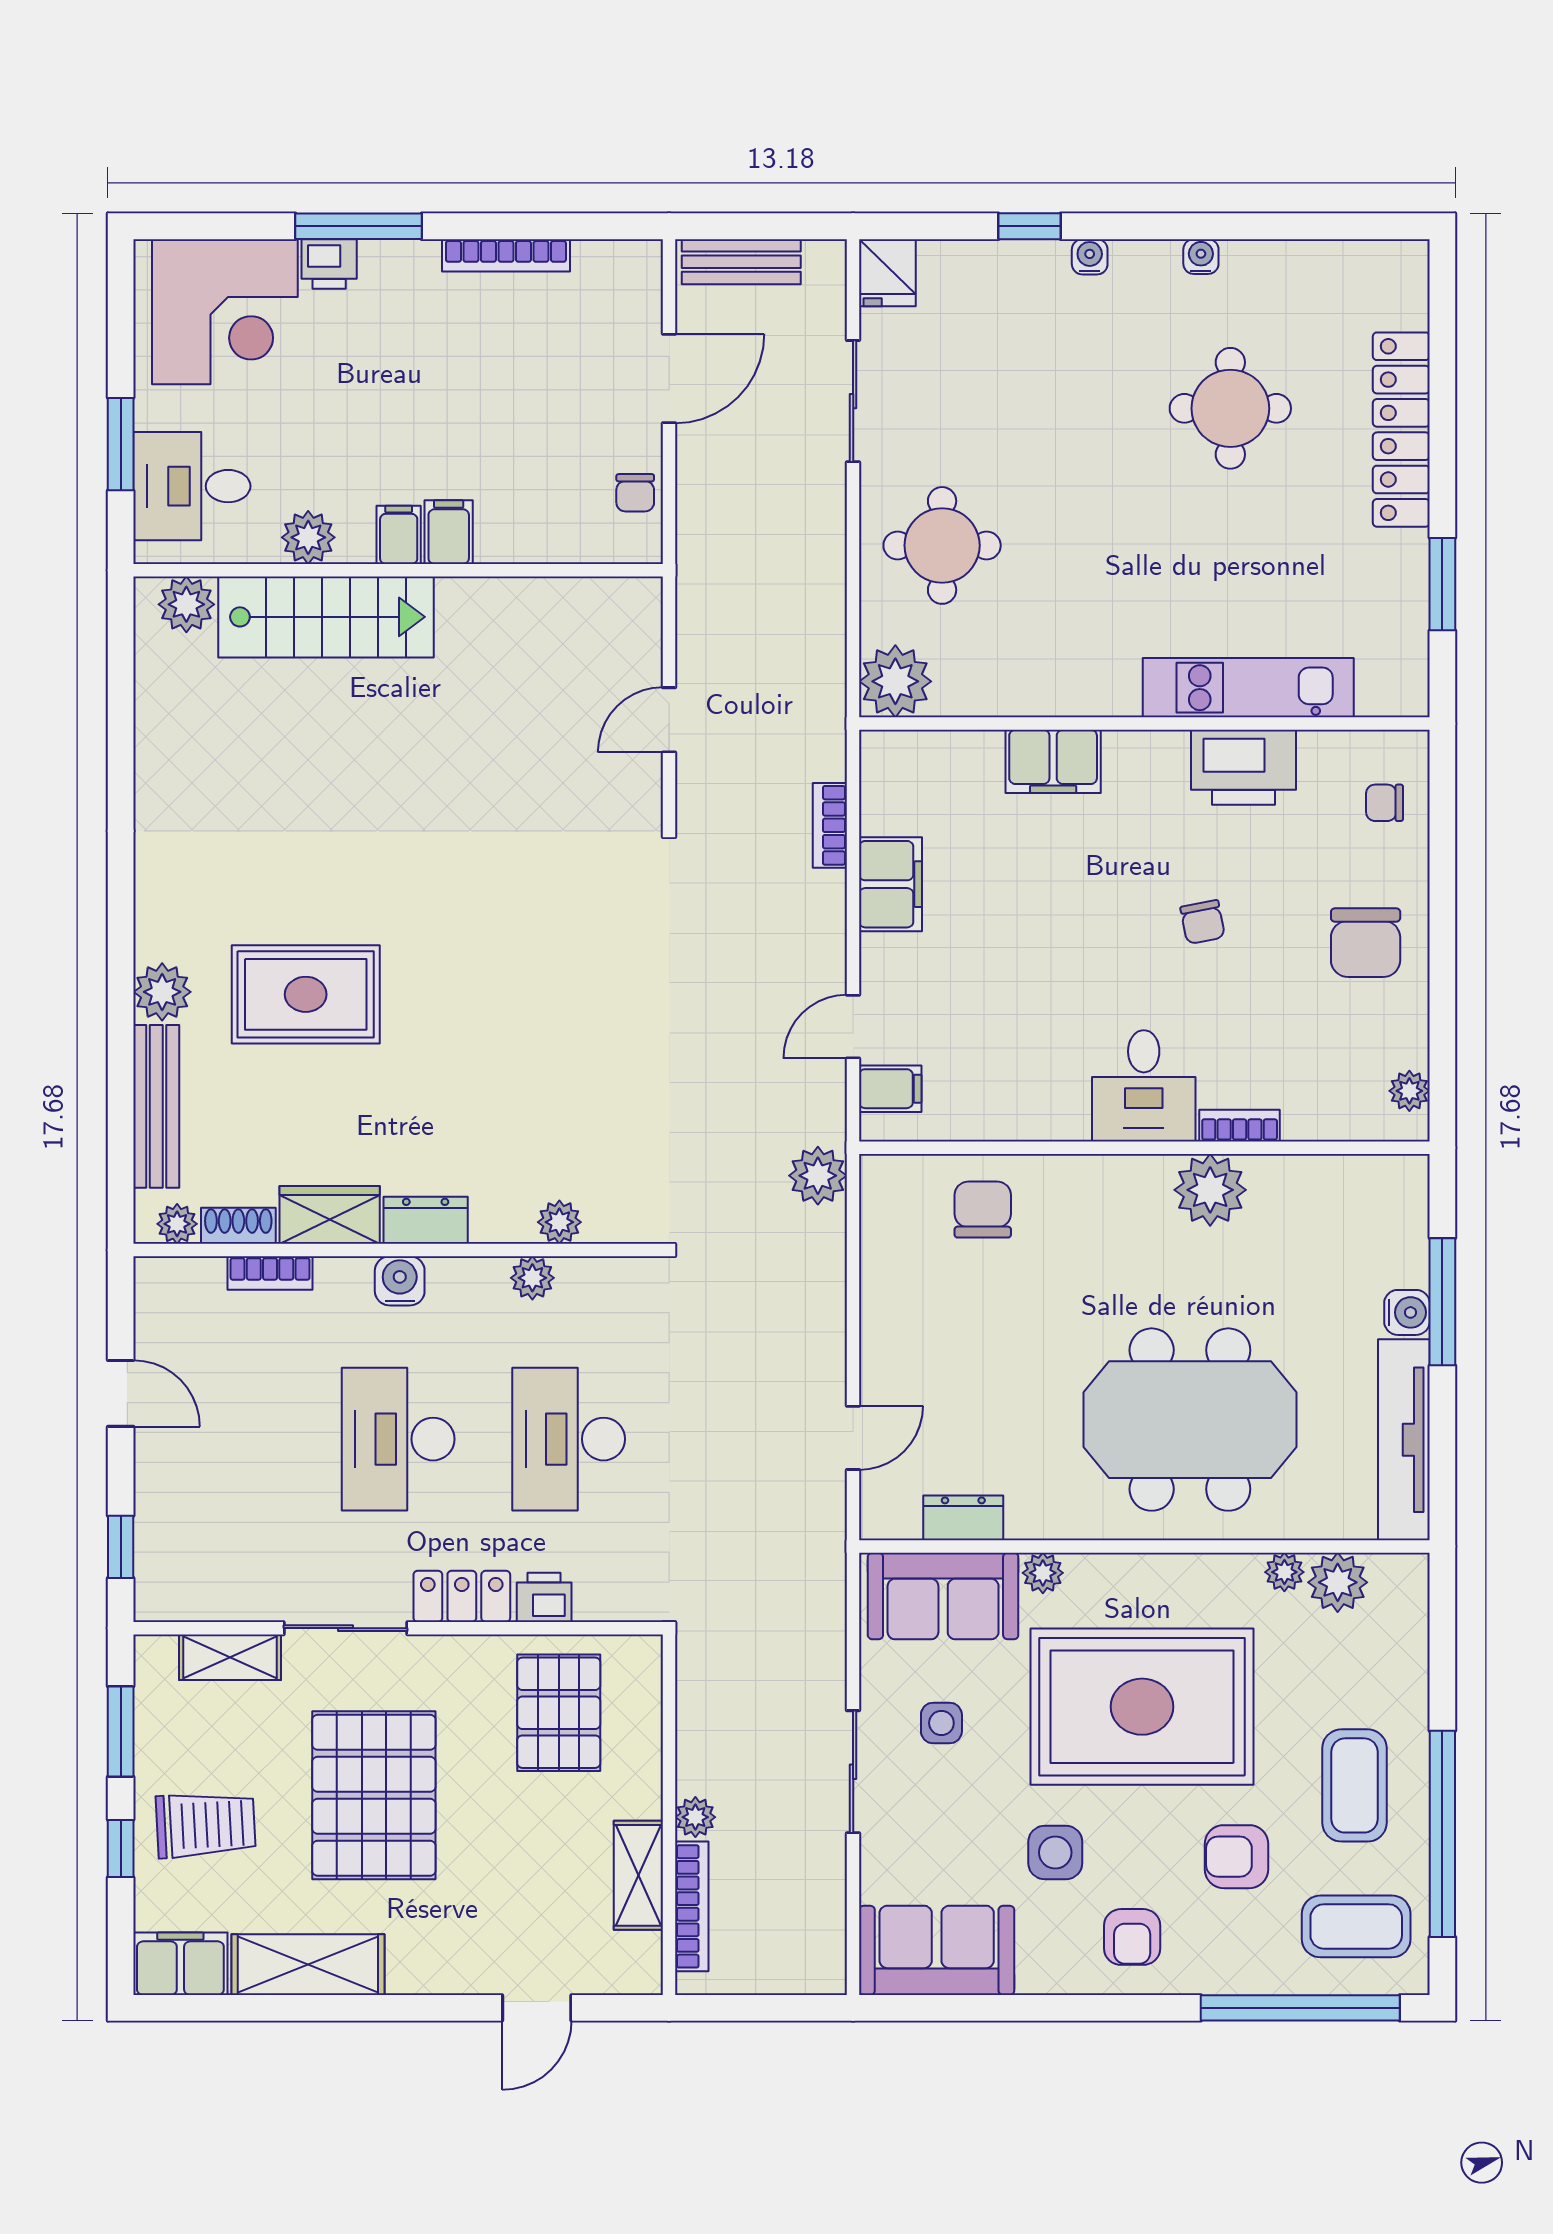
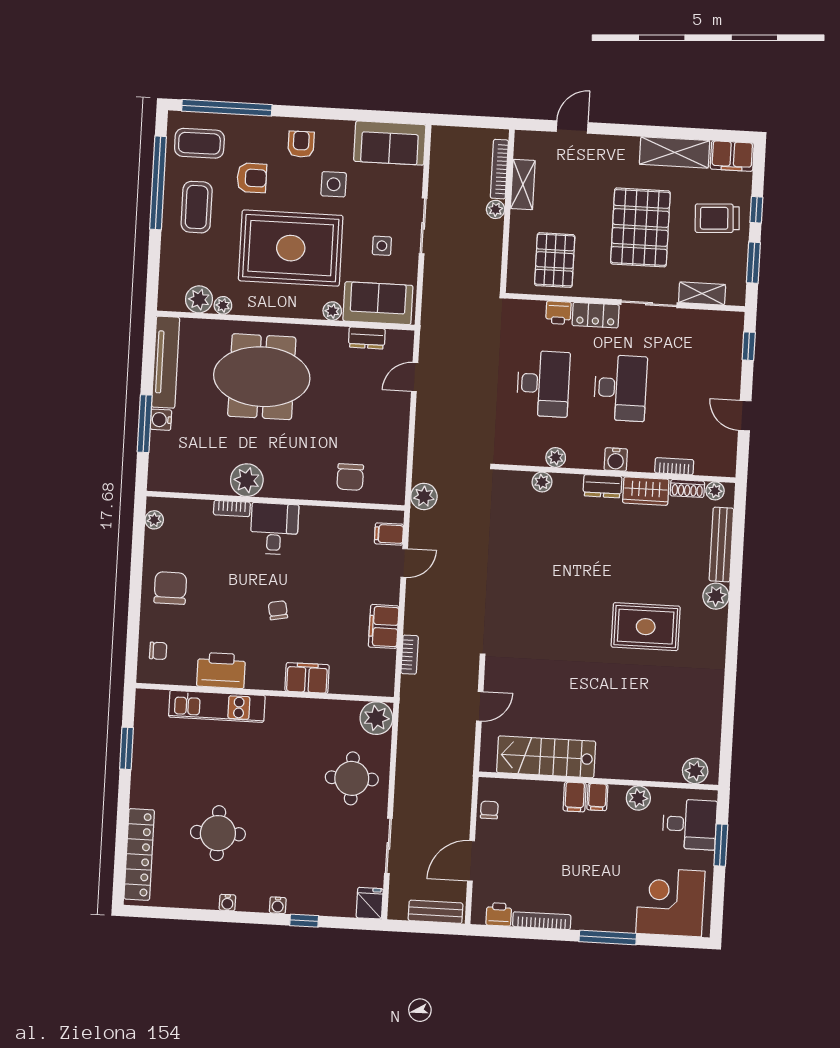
printer: (329, 264) -> (499, 914), moved
locker: (1401, 430) -> (139, 854), moved
stairs: (326, 617) -> (546, 757), moved
chair: (1203, 922) -> (278, 610), moved
rug: (306, 994) -> (646, 627), moved

